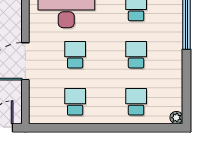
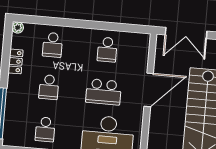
school desk: (75, 55) -> (104, 92), width x1.85
locker: (175, 80) -> (16, 61), added

